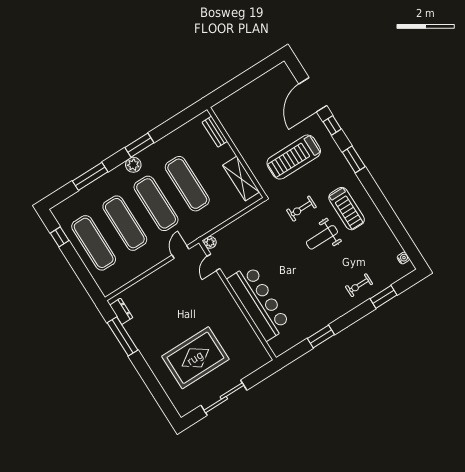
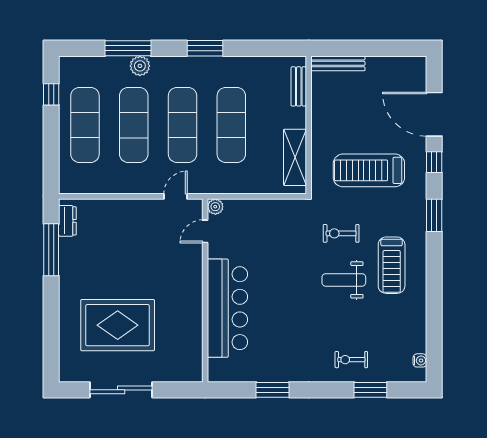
door: (313, 95) -> (434, 114), hinge flipped
bench: (231, 101) -> (338, 63), added
plant: (133, 165) -> (140, 66), moved

